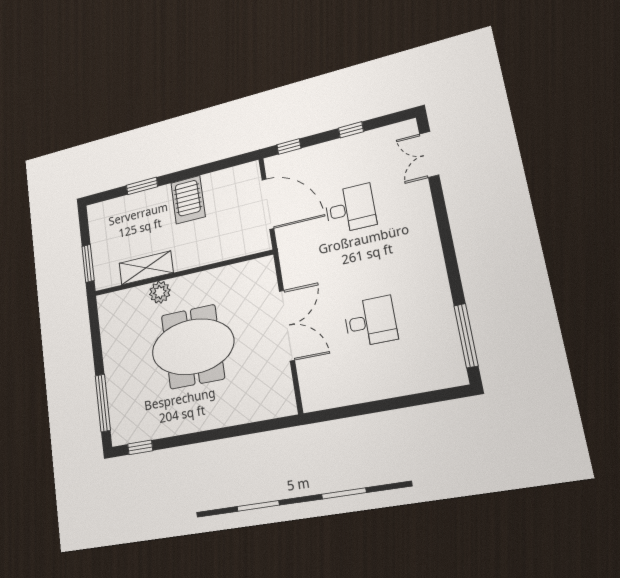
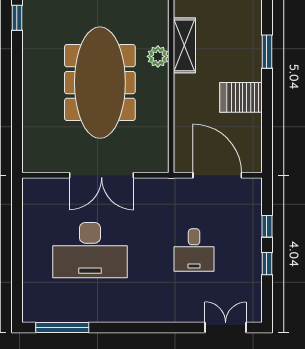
window: (289, 147) -> (267, 226), moved
door: (268, 204) -> (217, 175), swing flipped
desk: (370, 322) -> (90, 250), width x1.87, depth x1.30
meeting table: (193, 347) -> (100, 83), width x1.36

